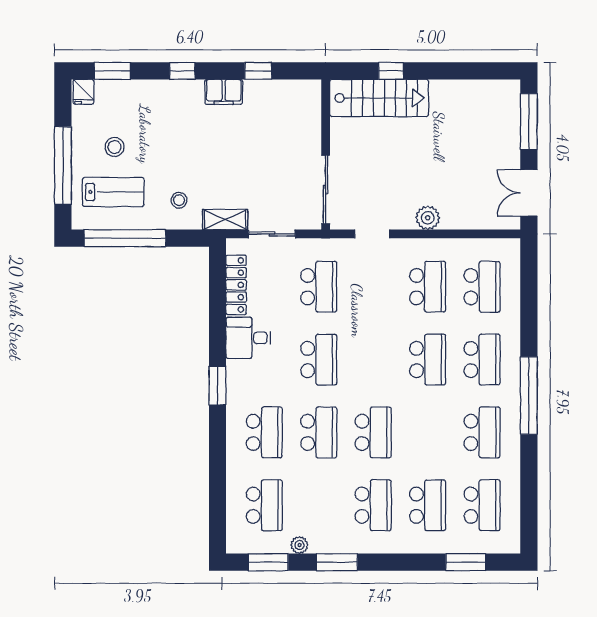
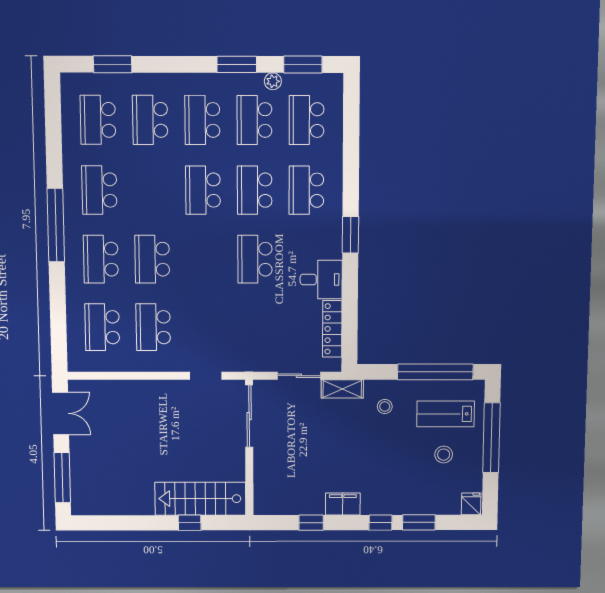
window: (112, 71) -> (419, 522), moved
plant: (428, 218) -> (154, 391), removed
school desk: (319, 287) -> (254, 120), moved

